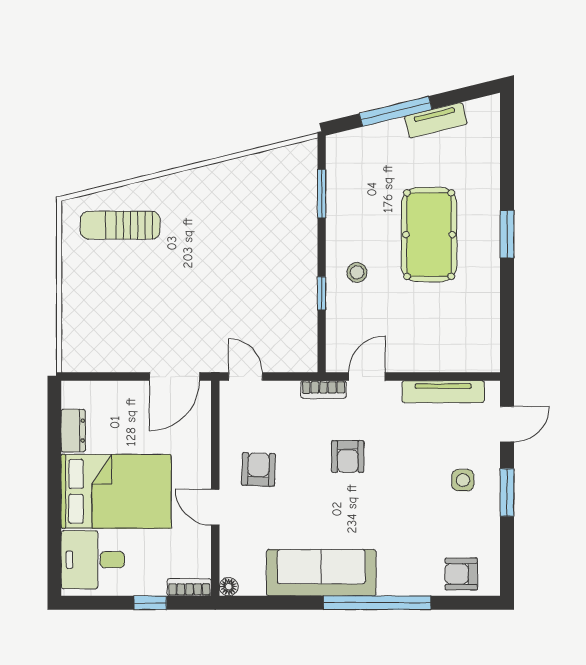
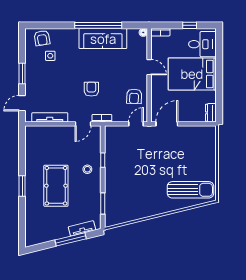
tv unit: (436, 120) -> (82, 228), moved
sun lounger: (120, 225) -> (190, 190), width x1.36, depth x1.34
door: (245, 376) -> (136, 124), swing flipped
dresser: (73, 431) -> (211, 113), moved
armchair: (258, 469) -> (134, 96), moved
side table: (463, 480) -> (50, 56), moved
armchair: (461, 574) -> (42, 38), turned 81
window: (150, 603) -> (190, 25), moved
window: (377, 603) -> (98, 25), moved

